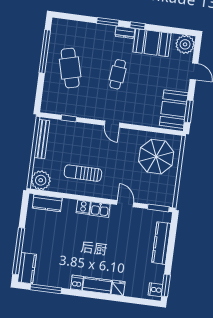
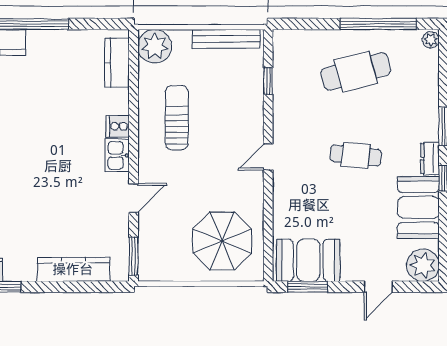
plant: (58, 23) -> (431, 40), added

